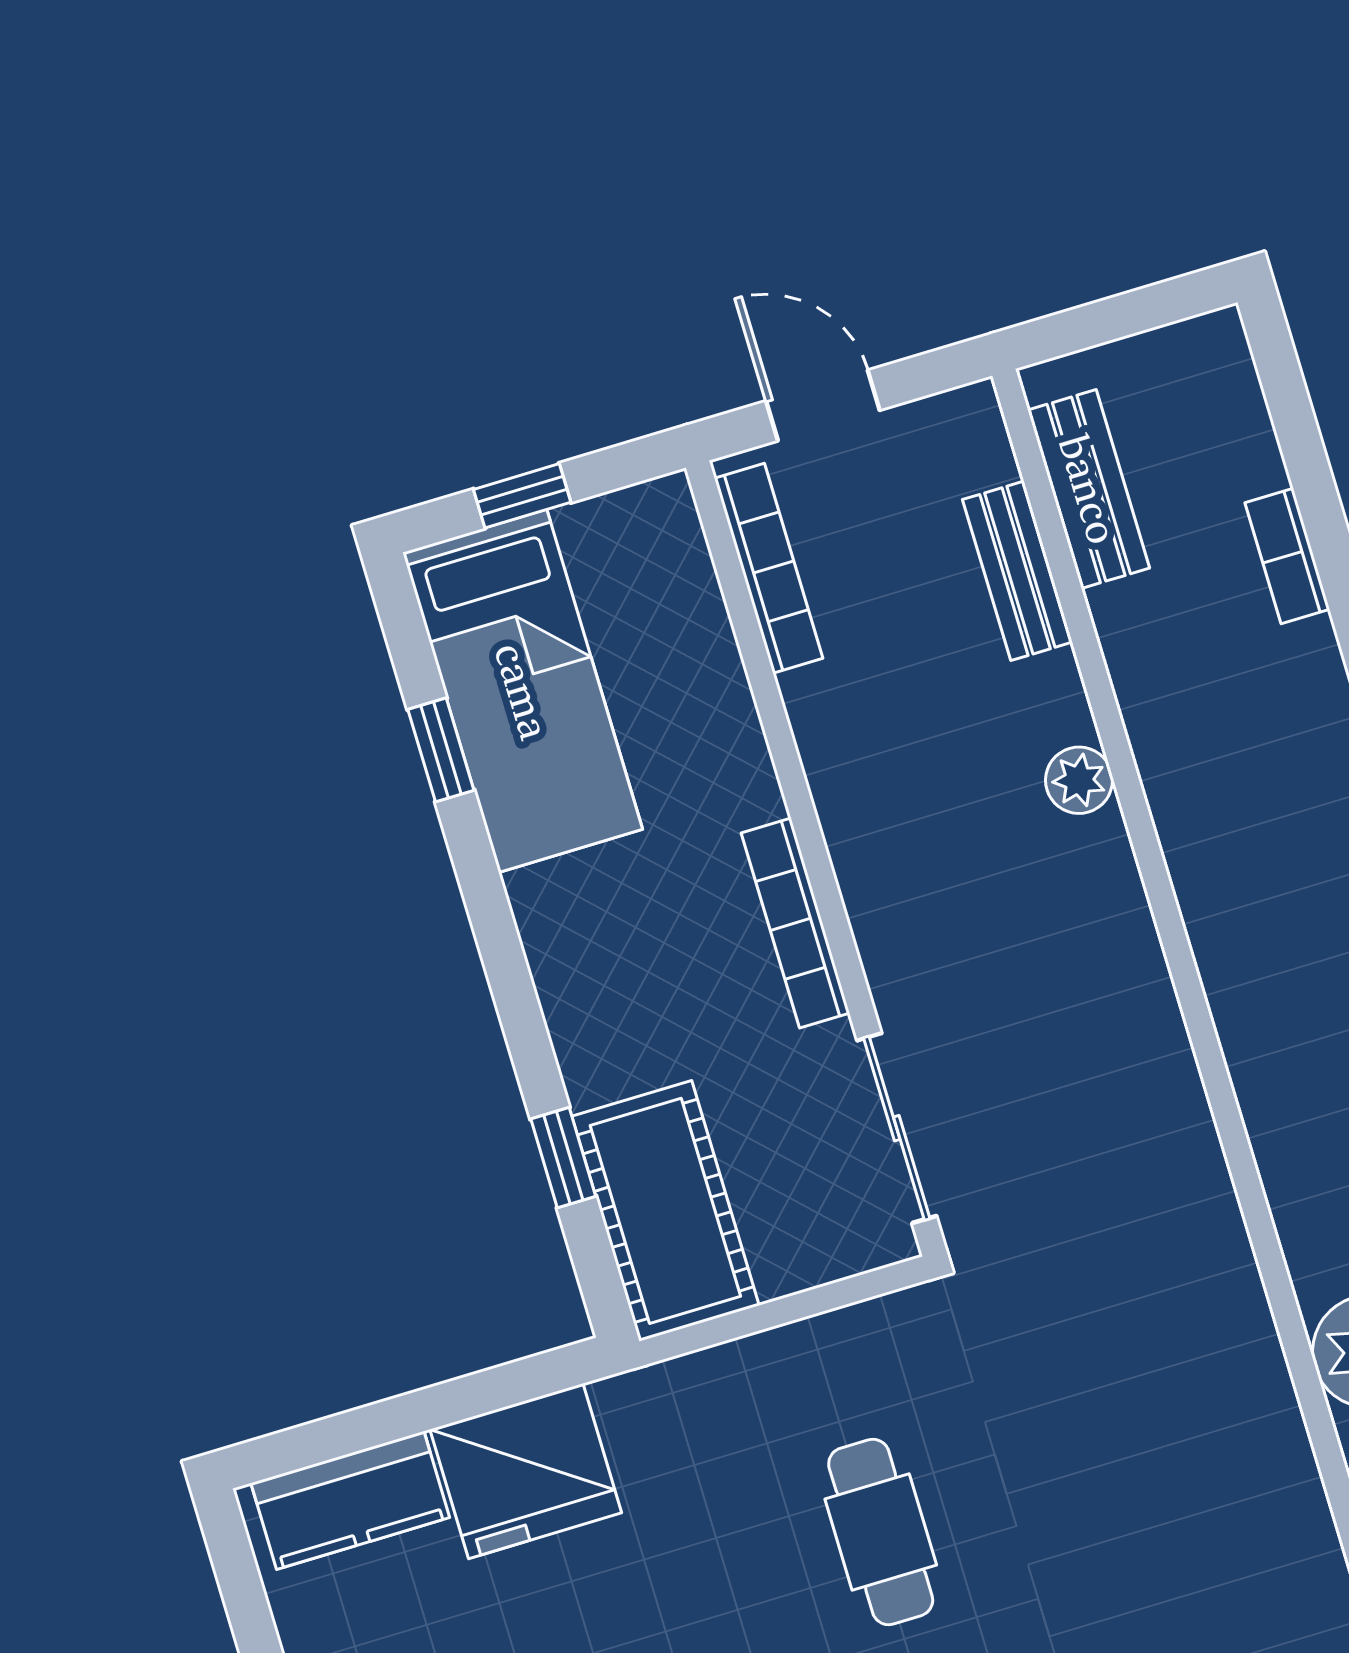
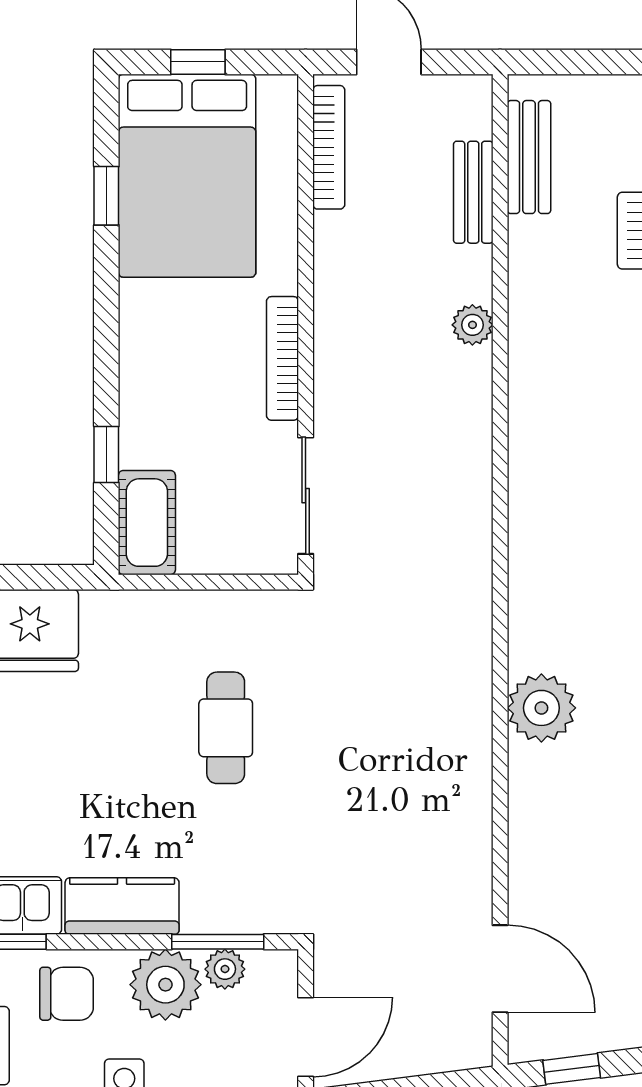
bed: (523, 691) -> (187, 176), width x1.50
cot: (665, 1211) -> (147, 523), width x0.73, depth x0.75

